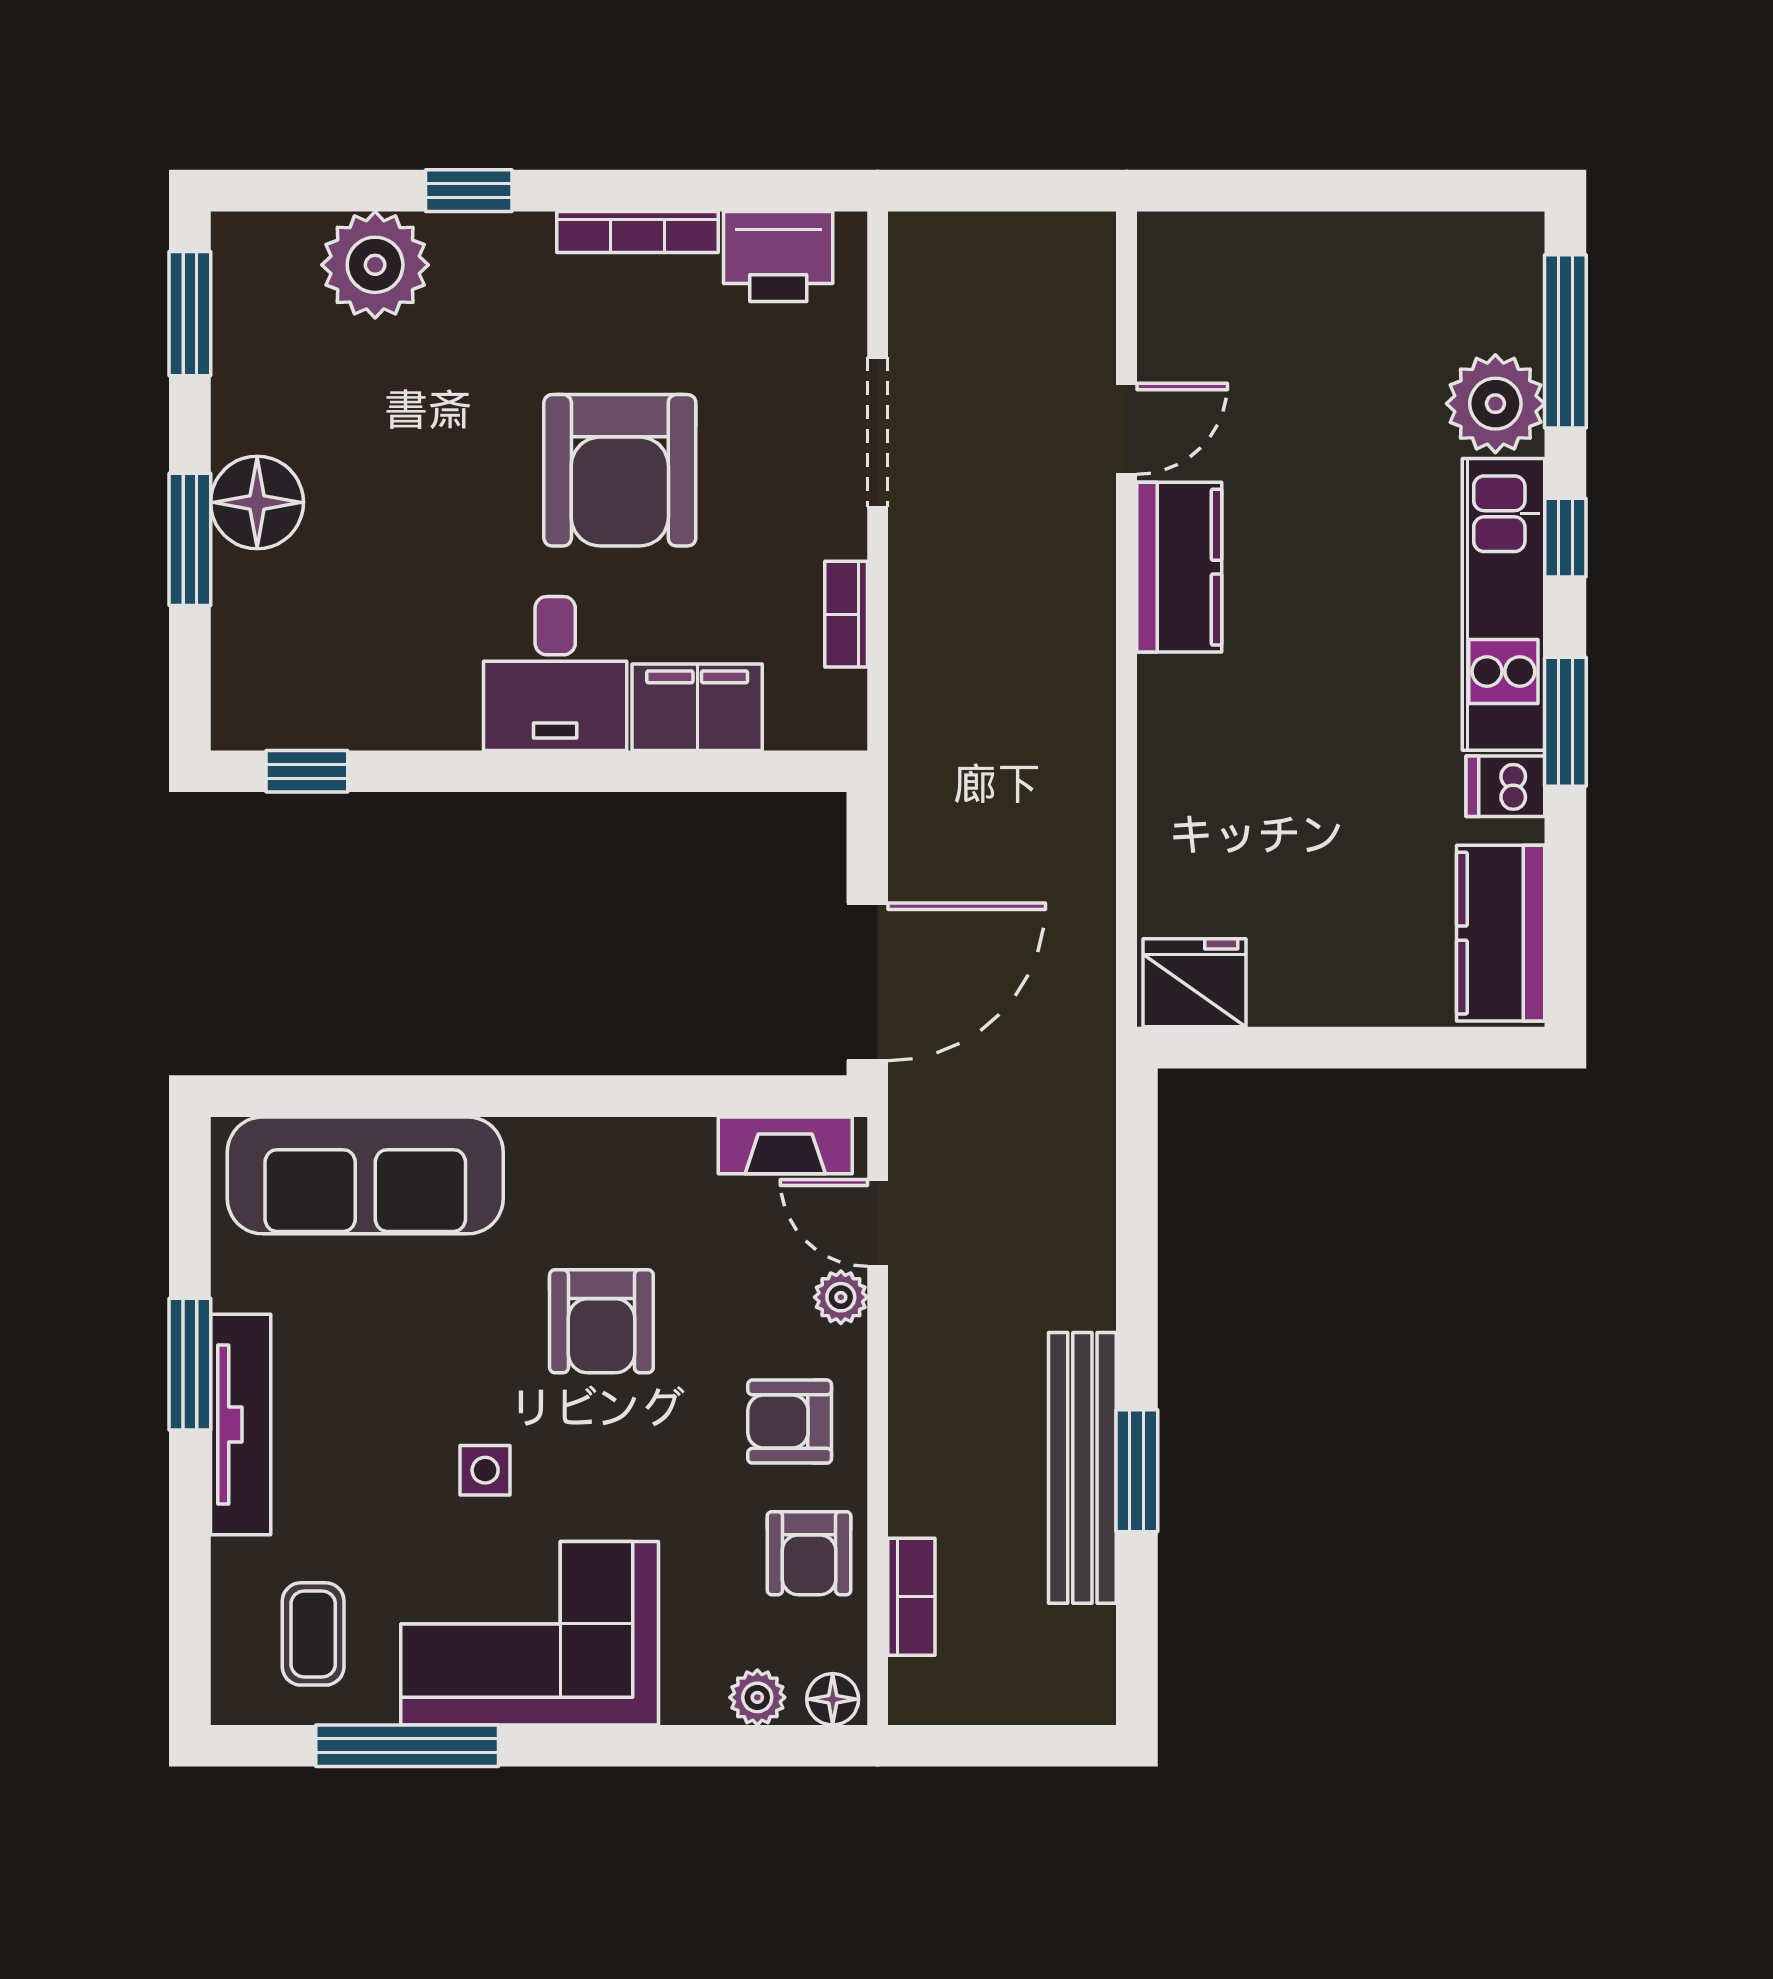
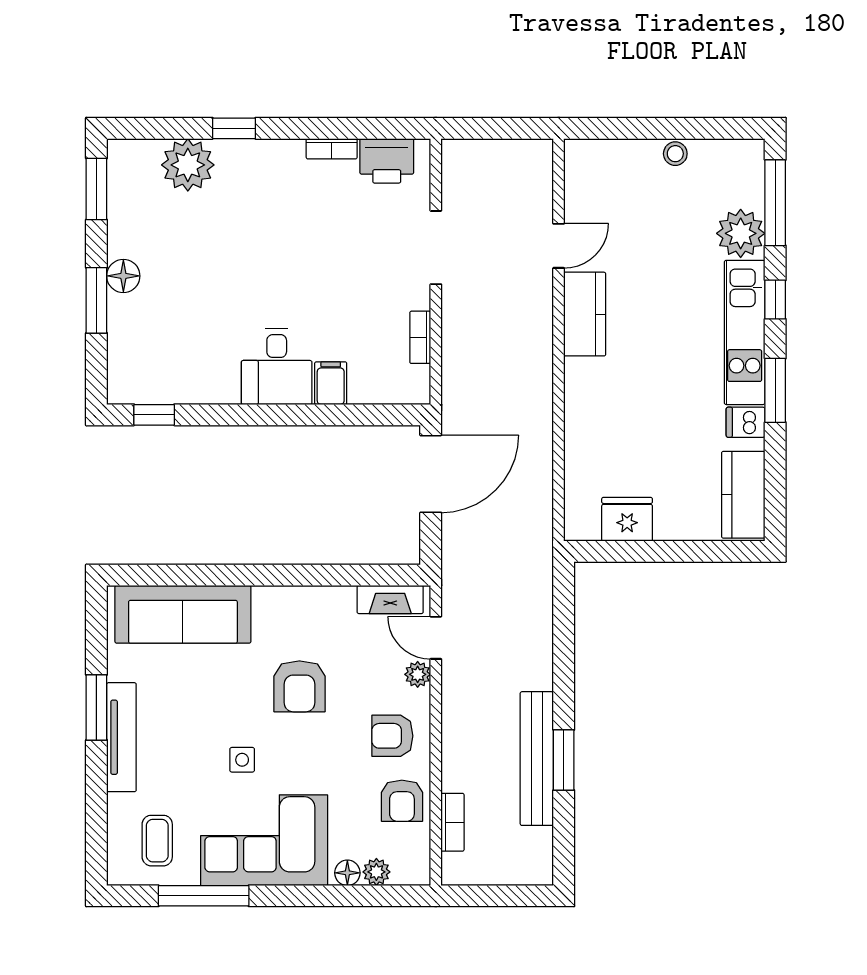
bookcase: (638, 232) -> (332, 149), width x0.64
stool: (1363, 242) -> (675, 154), added
armchair: (620, 470) -> (309, 266), removed
floor lamp: (257, 502) -> (123, 276), width x0.73, depth x0.73
filing cabinet: (697, 707) -> (331, 383), width x0.50
door: (867, 982) -> (431, 474), moved
fridge: (1195, 983) -> (627, 519), moved
floor lamp: (833, 1699) -> (347, 873), moved

